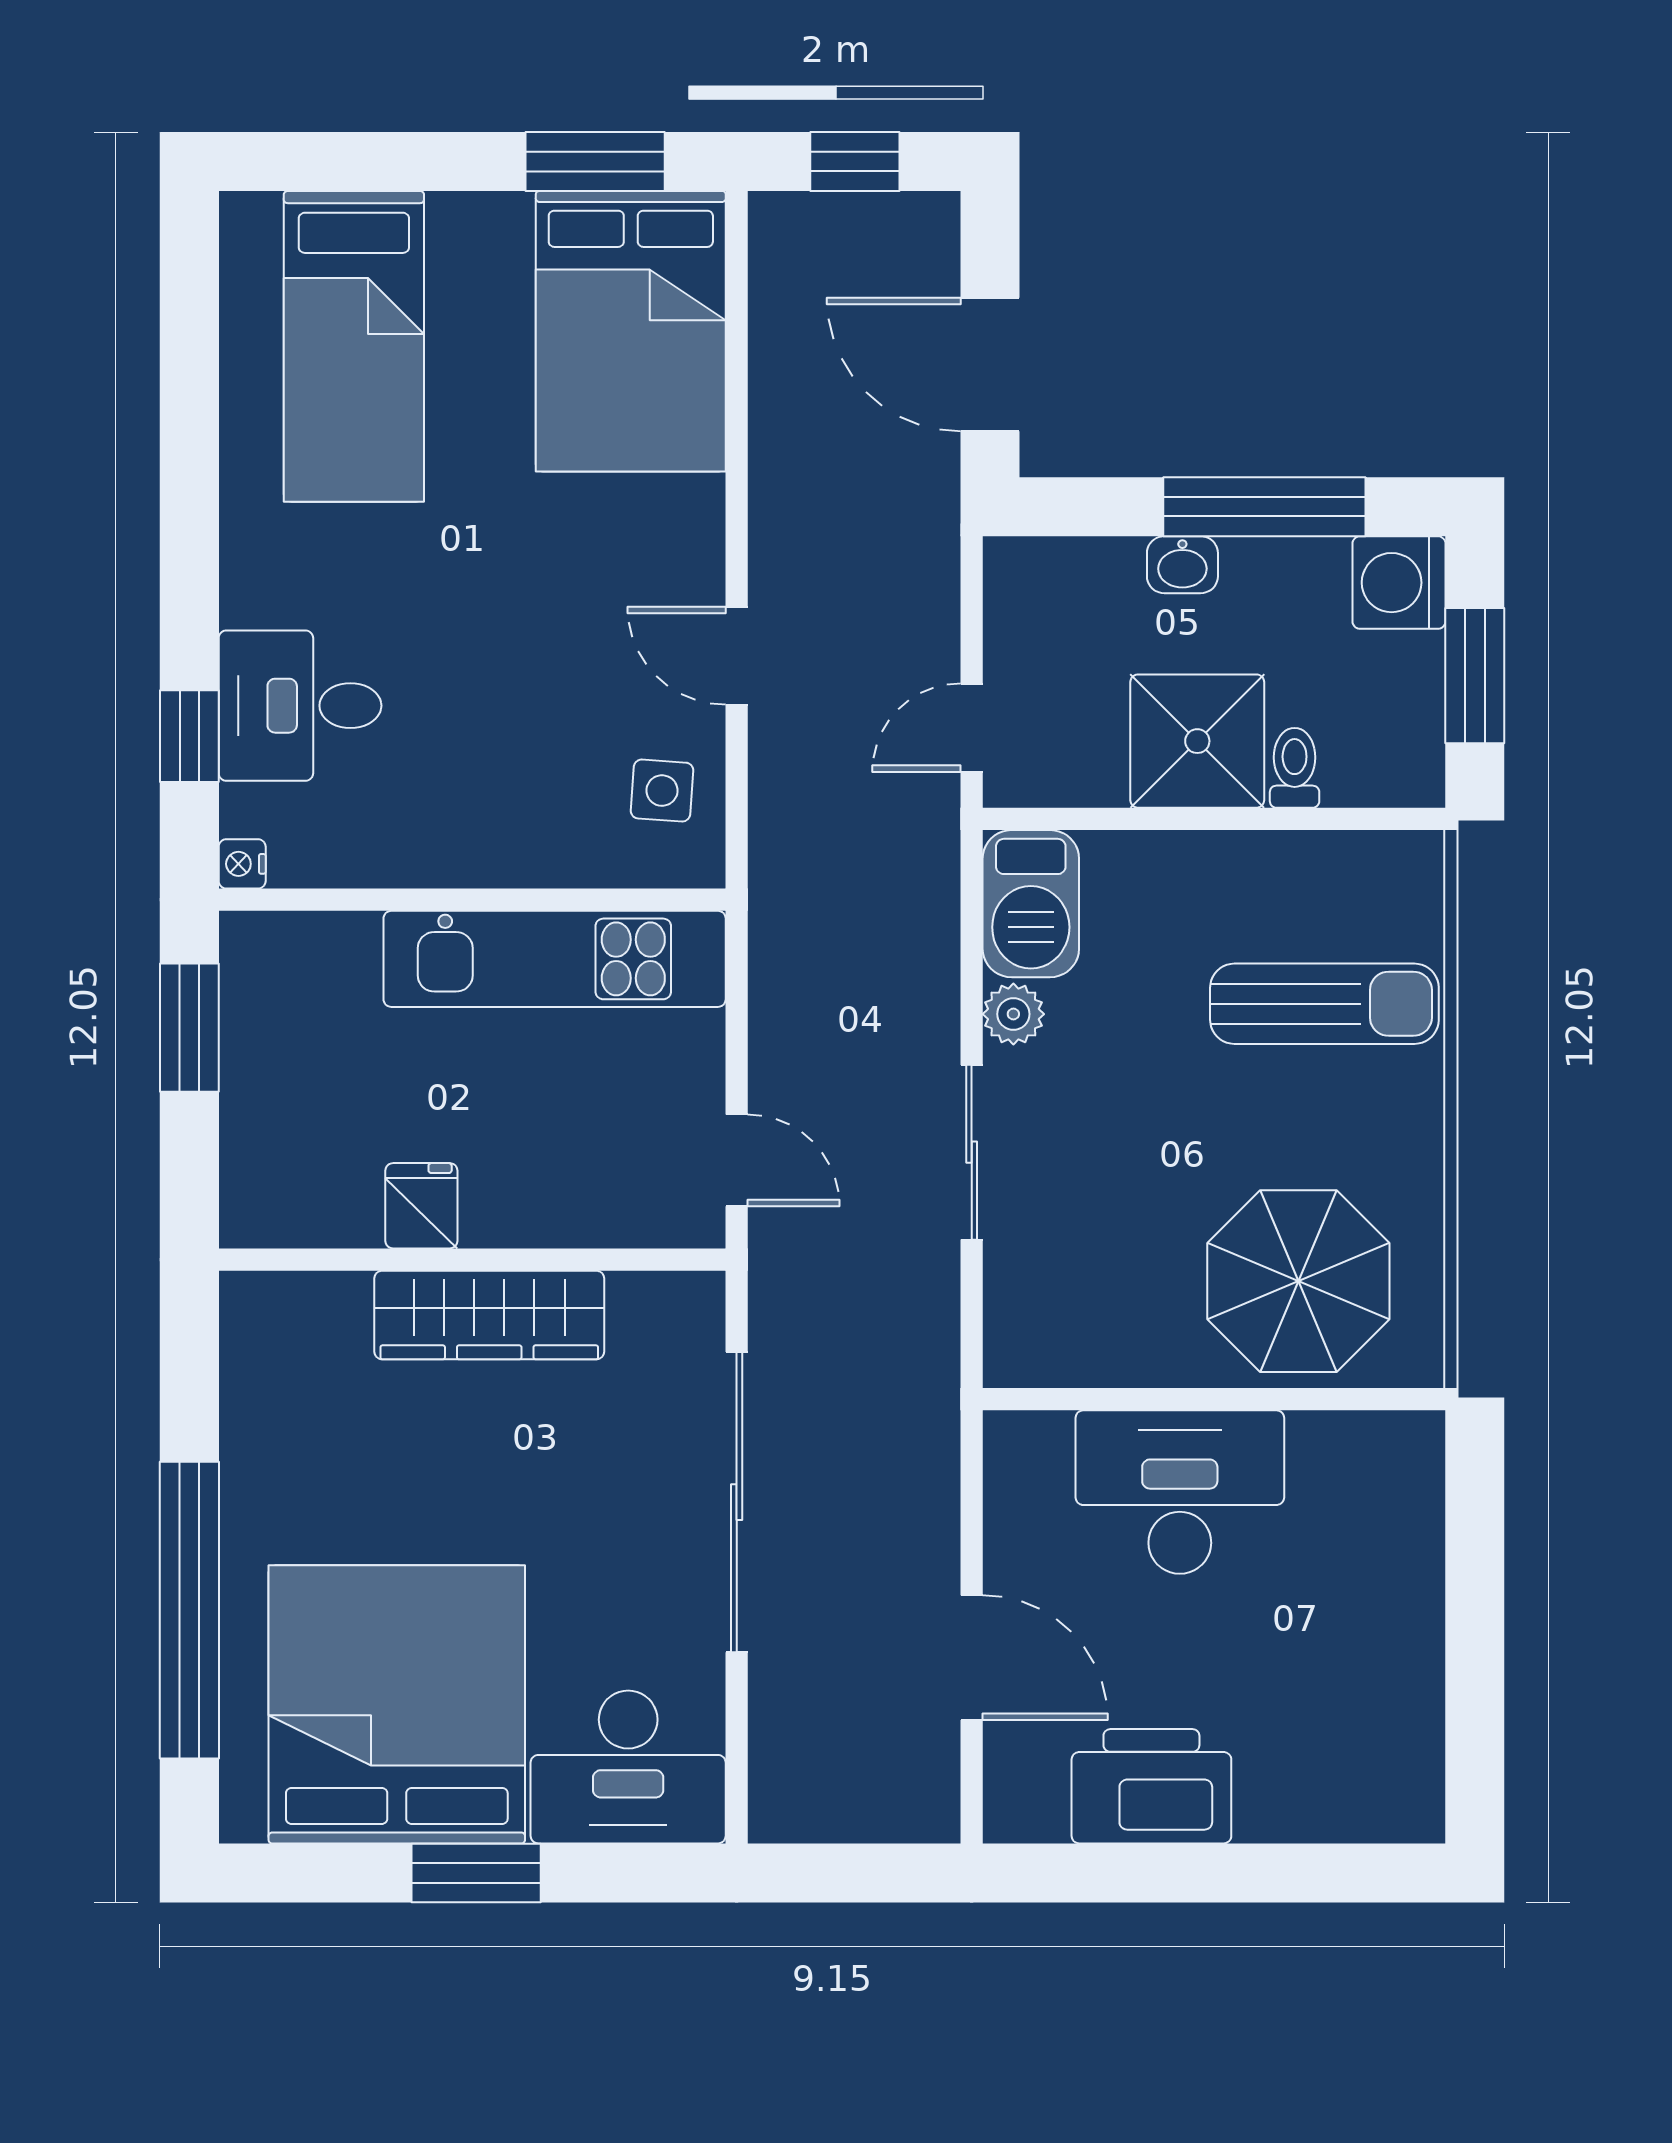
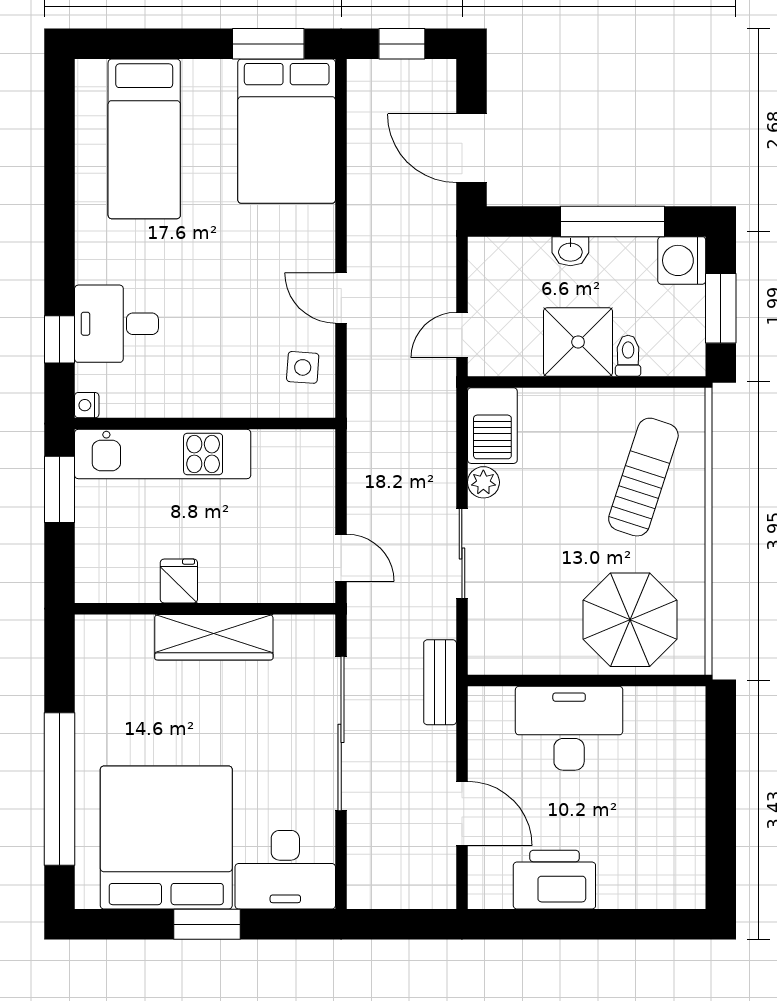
kitchen unit: (555, 959) -> (163, 454), moved
sun lounger: (1324, 1004) -> (643, 477), turned -72
bench: (929, 1403) -> (440, 682), added

